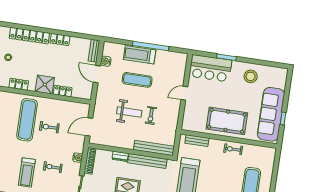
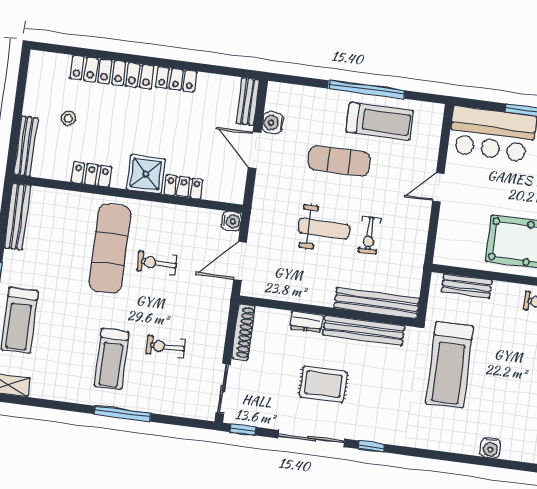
treadmill: (140, 55) -> (380, 121), moved, turned 180
water cooler: (78, 158) -> (231, 221), moved

